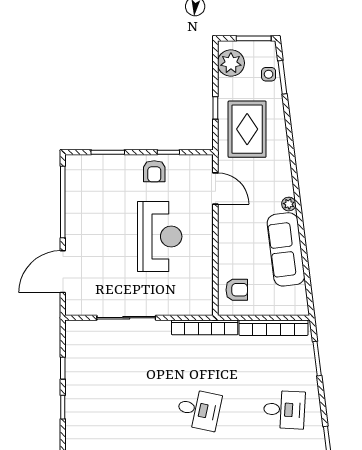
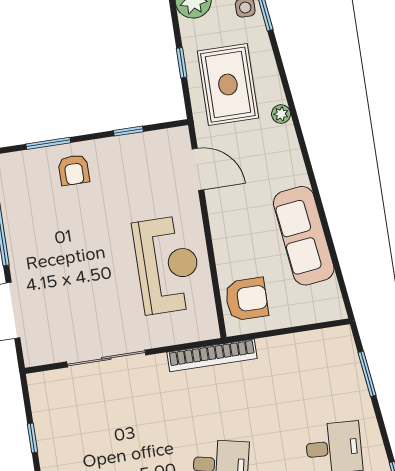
armchair: (154, 171) -> (74, 170), moved
plant: (289, 204) -> (281, 114), moved
reception desk: (160, 237) -> (167, 265), moved
armchair: (237, 290) -> (247, 299), width x1.38, depth x1.38
bookcase: (273, 328) -> (303, 342), removed

